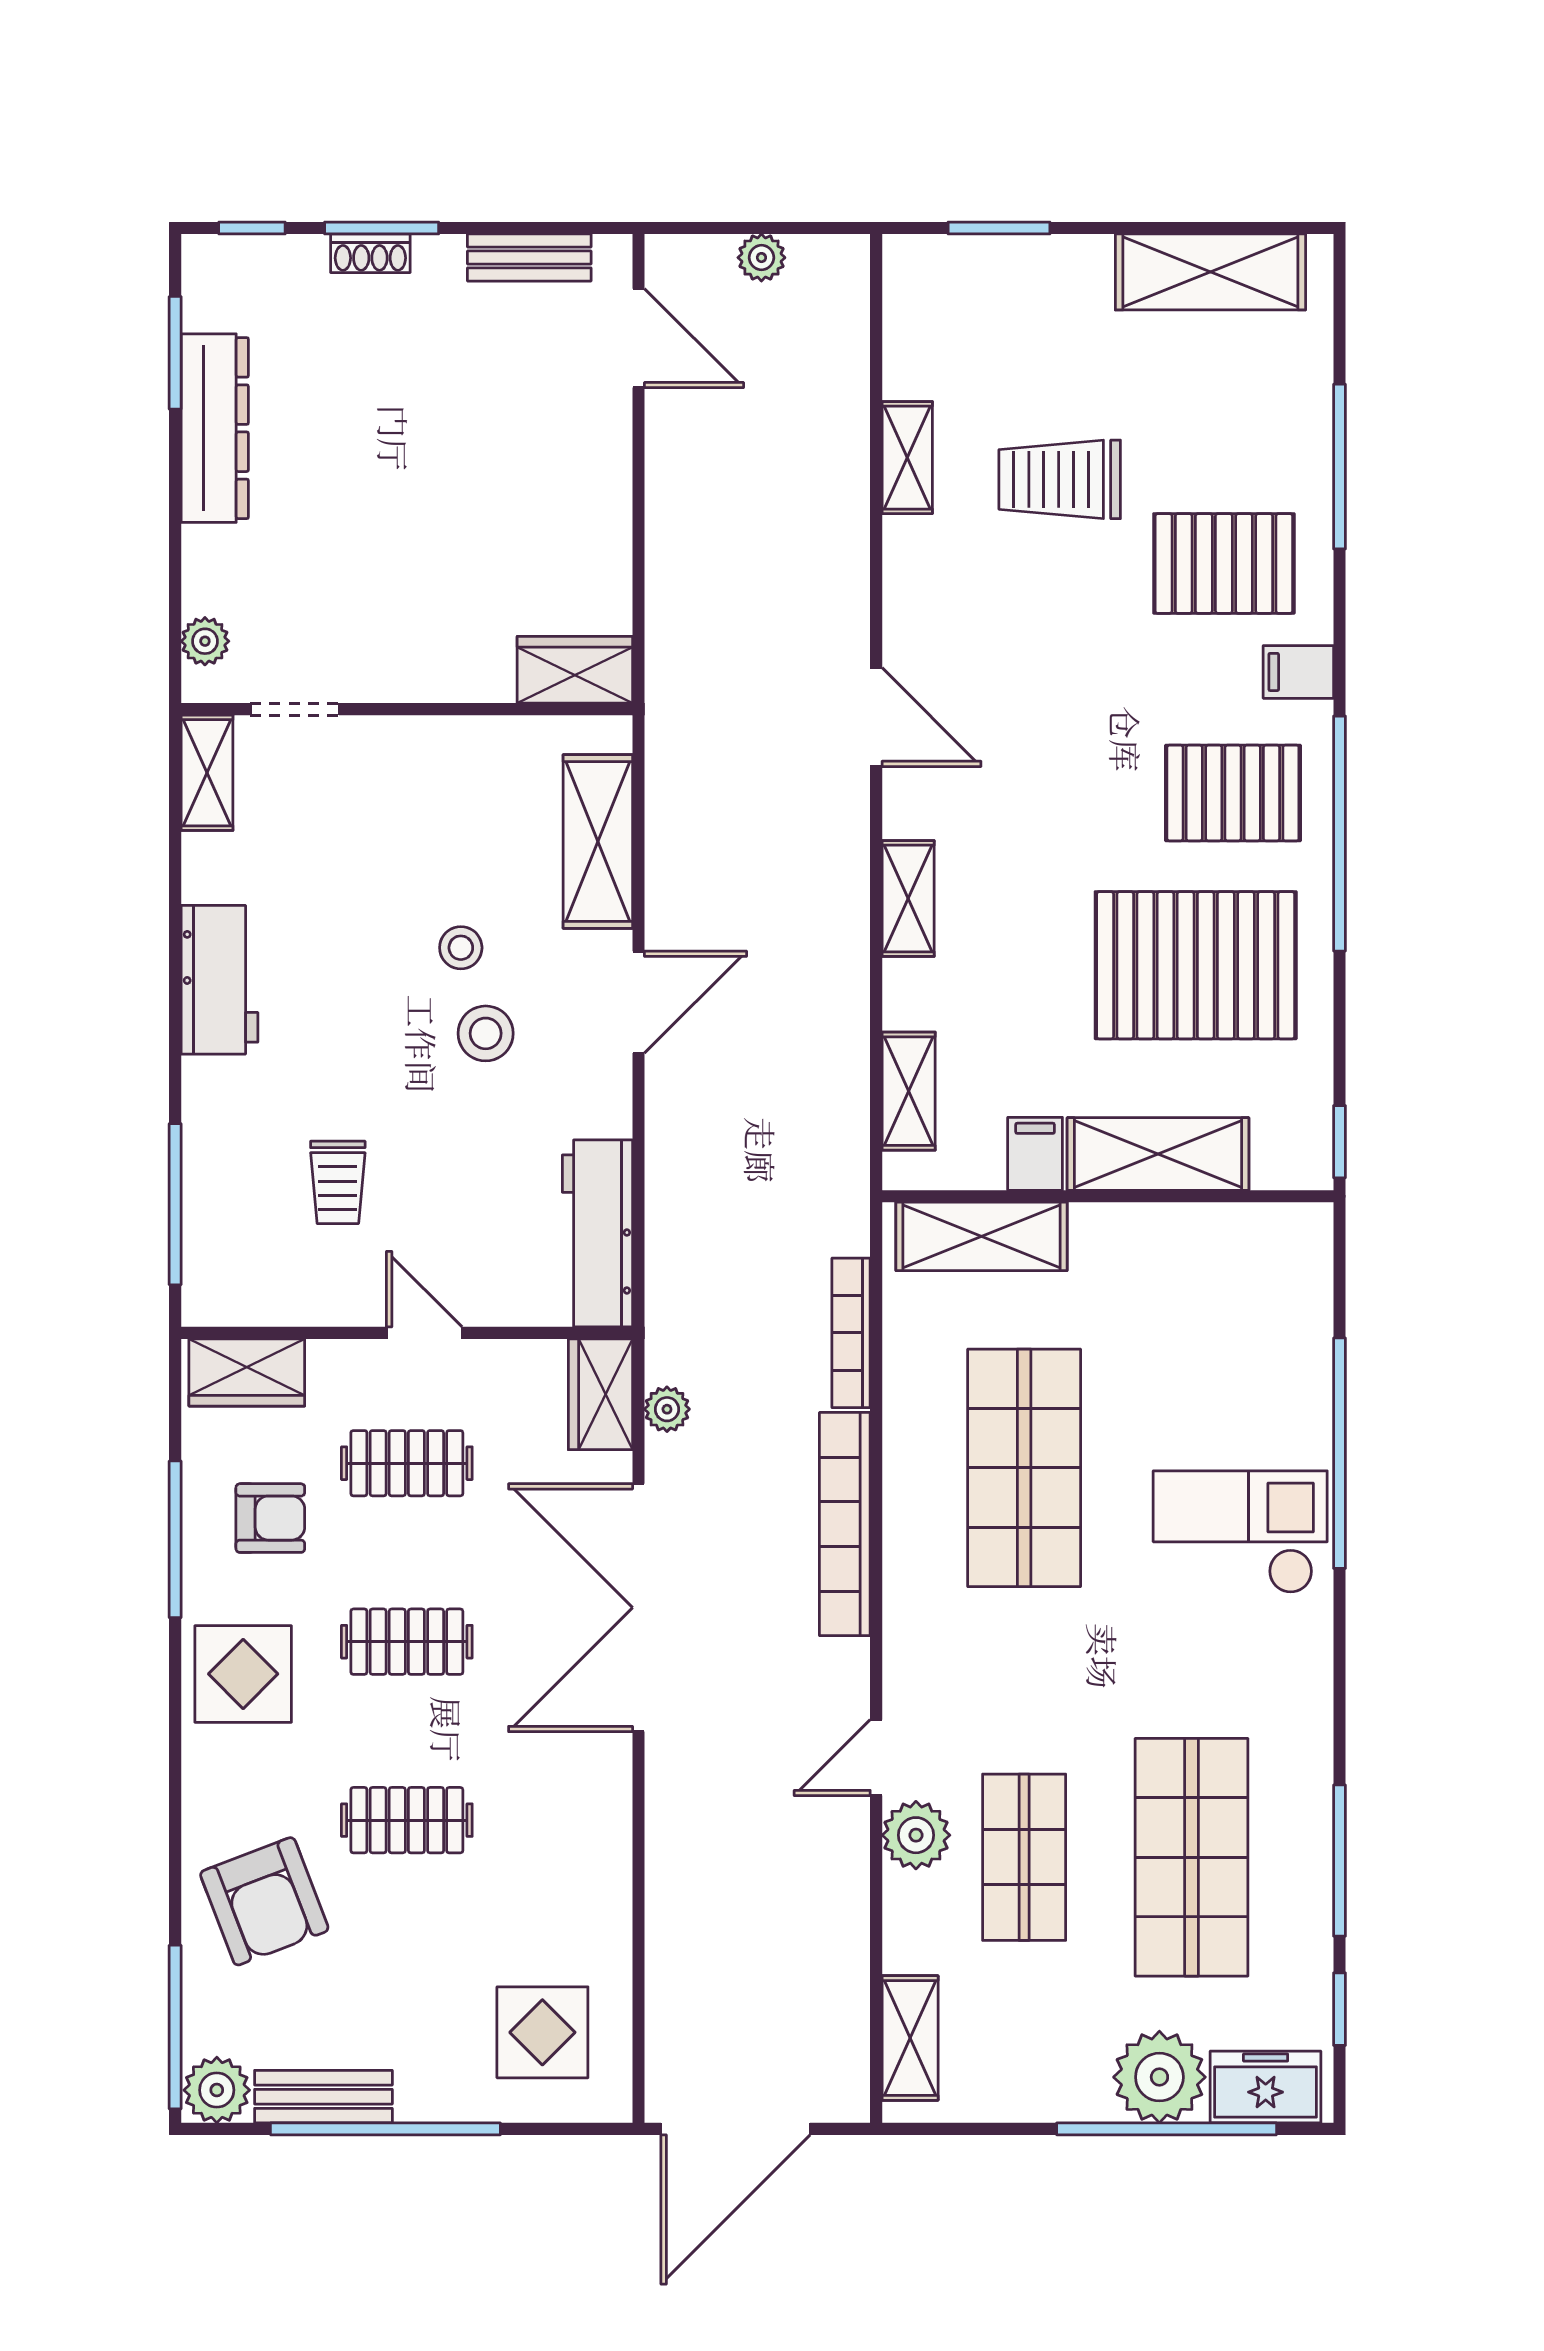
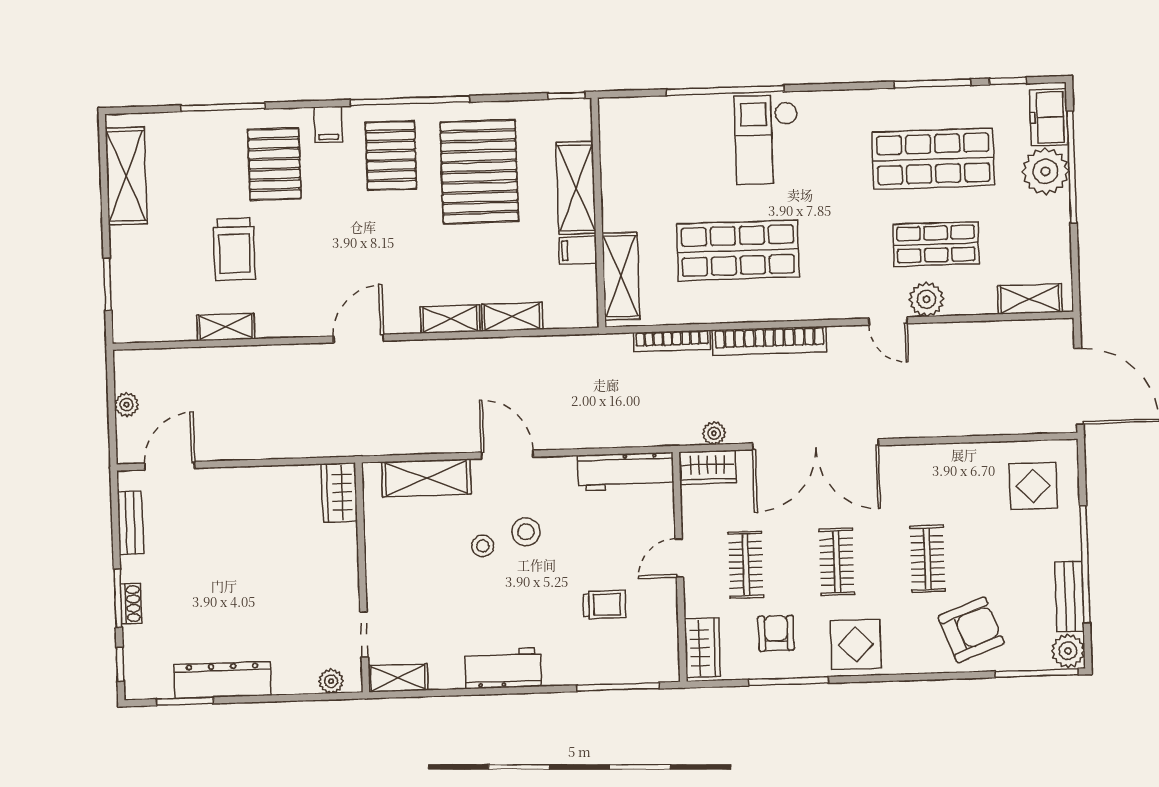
shelving: (909, 1091) -> (512, 317), moved

